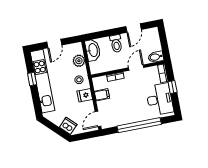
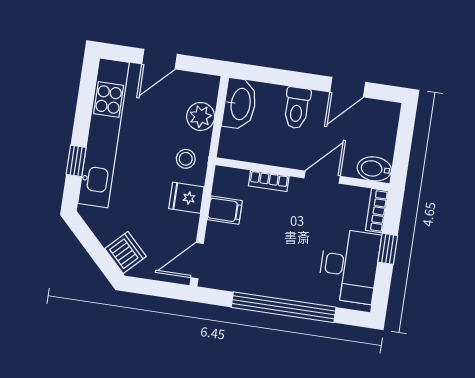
window: (32, 79) -> (76, 161), moved

